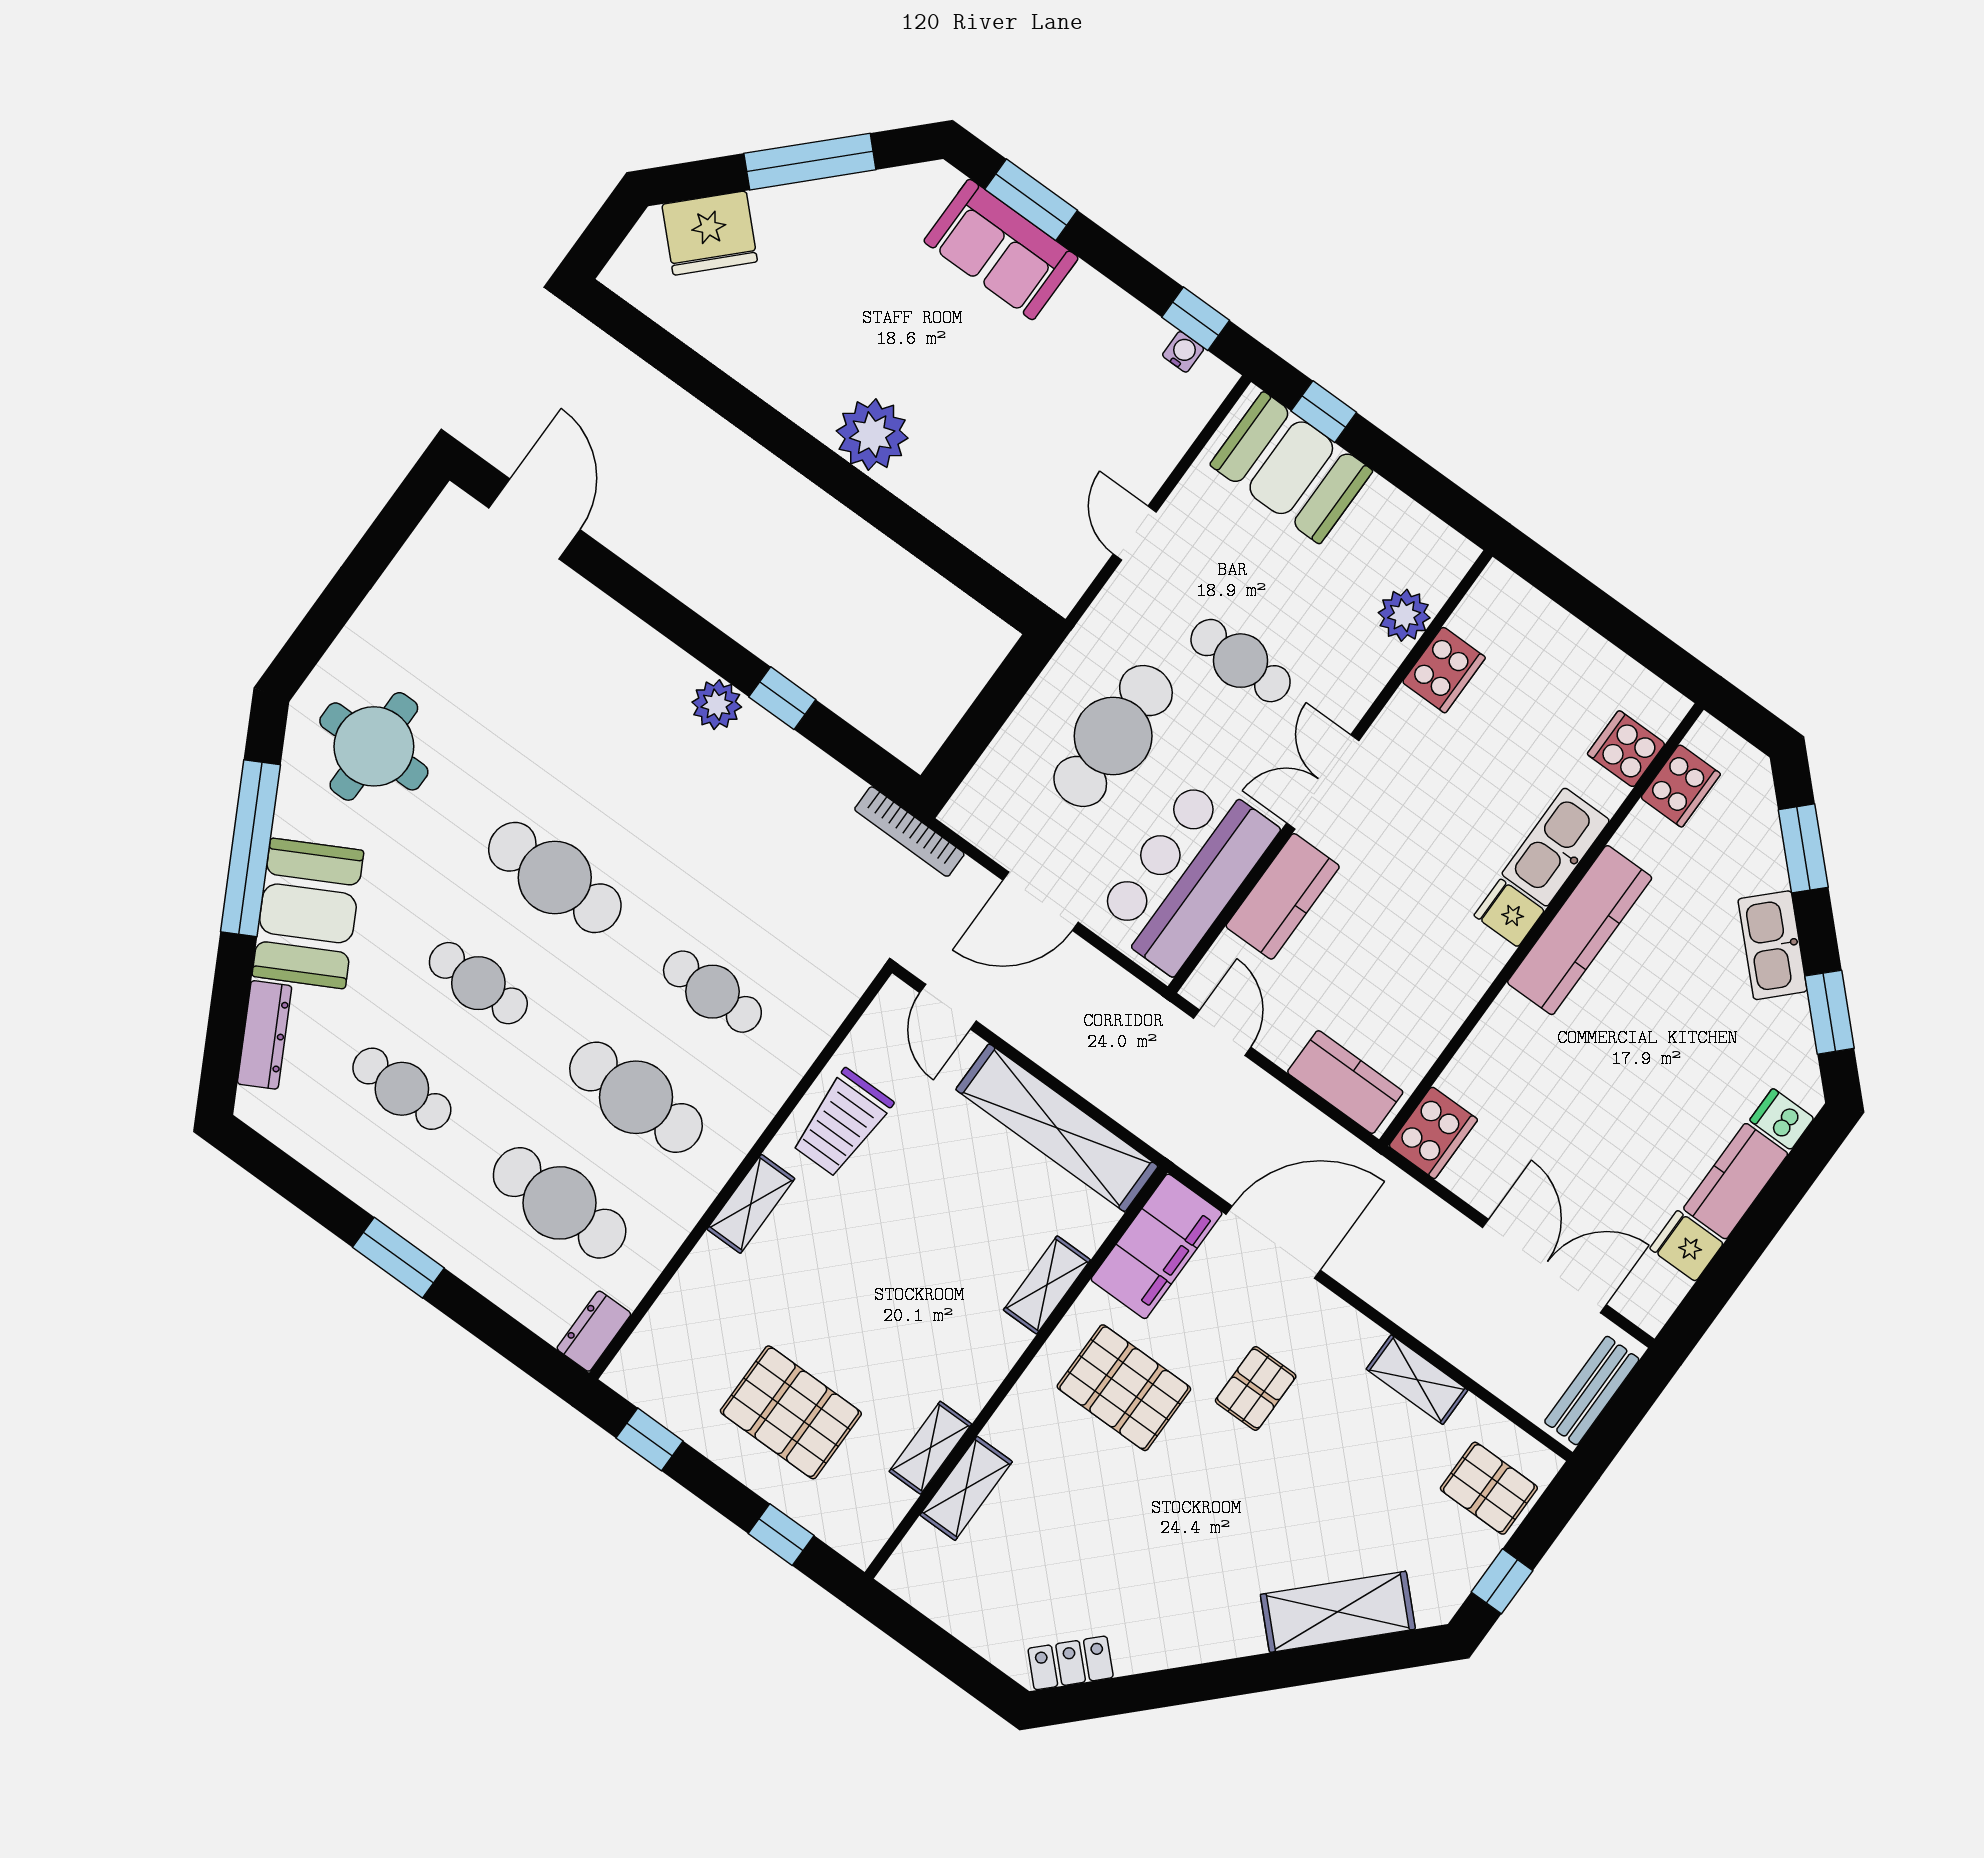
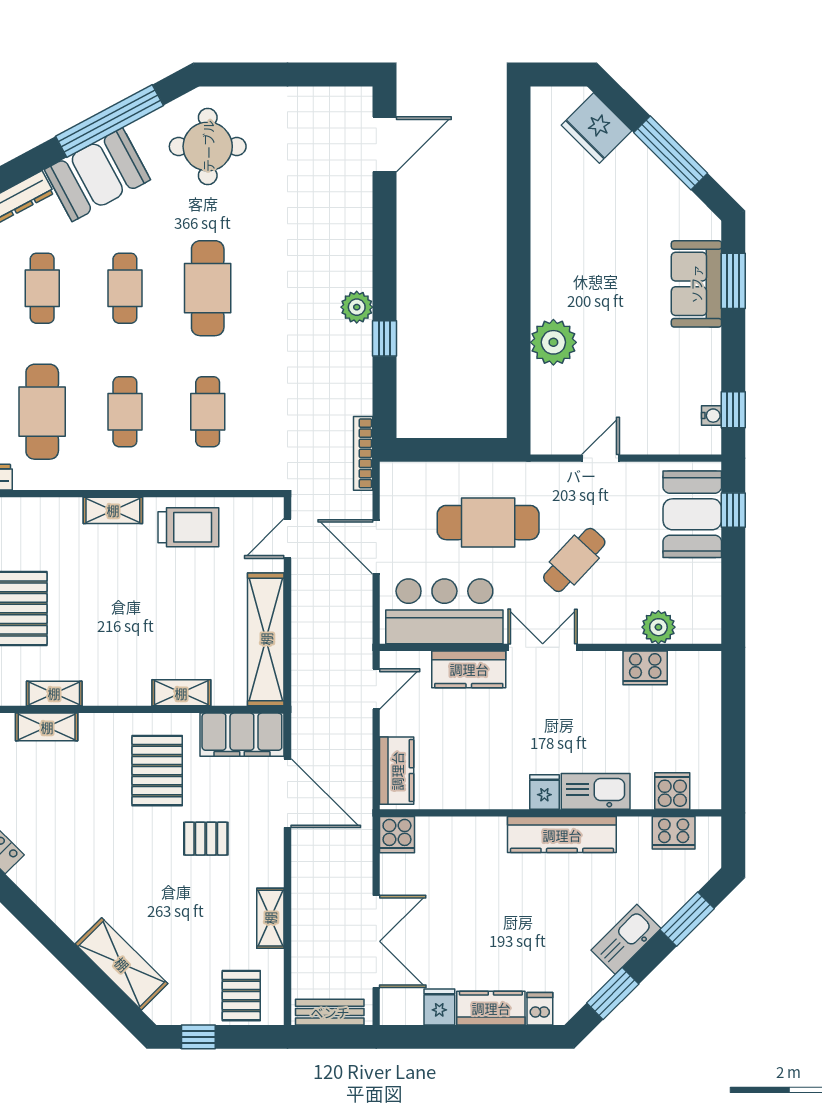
plant: (872, 435) -> (553, 342), moved
cafe table: (1241, 661) -> (574, 560), turned 43
cafe table: (636, 1097) -> (125, 412), width x0.73, depth x0.74
trolley: (842, 1123) -> (188, 527), turned 180
cooker: (1433, 1133) -> (397, 835), width x0.73

